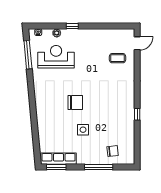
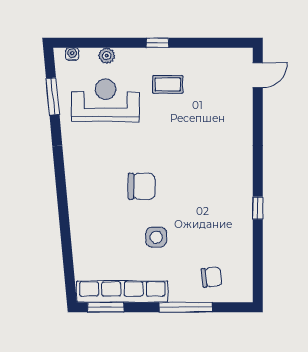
window: (72, 26) -> (157, 43), moved
window: (28, 55) -> (53, 96), width x0.69
coffee table: (117, 58) -> (168, 84), moved
row of seats: (58, 159) -> (122, 292), width x1.36

